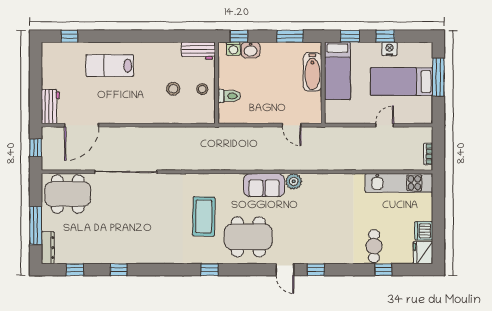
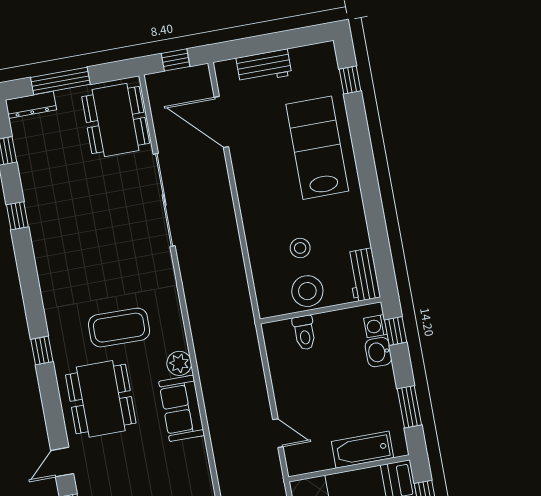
lab bench: (110, 66) -> (317, 148), width x1.36, depth x1.39
stool: (202, 89) -> (307, 291), width x1.89, depth x1.89
workbench: (50, 106) -> (264, 67), moved
door: (292, 125) -> (278, 433), swing flipped
plant: (294, 181) -> (179, 363), moved

